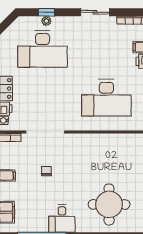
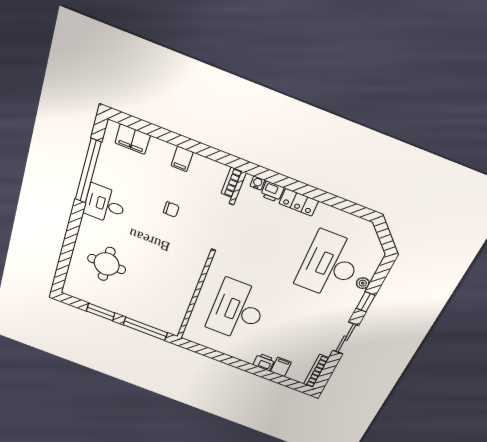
window: (46, 12) -> (366, 302), moved
round table: (109, 204) -> (107, 264), width x0.73, depth x0.73

